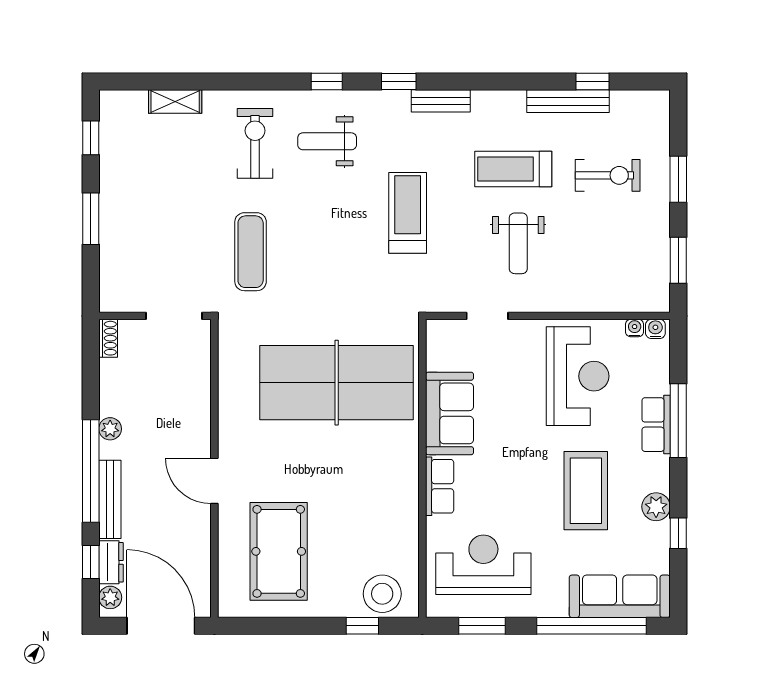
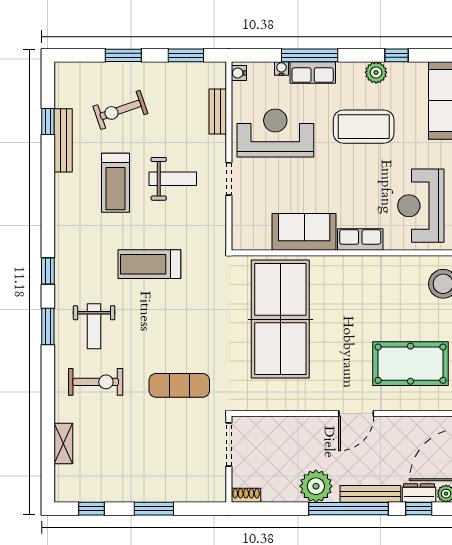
window: (327, 82) -> (48, 327), width x1.50
bench: (441, 101) -> (218, 112), moved
exercise bike: (255, 143) -> (96, 382), turned 180
exercise bike: (608, 175) -> (120, 110), turned -109
doorway: (487, 316) -> (229, 179), moved
water cooler: (635, 328) -> (281, 69), moved, turned 90
plant: (110, 429) -> (316, 486), width x1.87, depth x1.87

